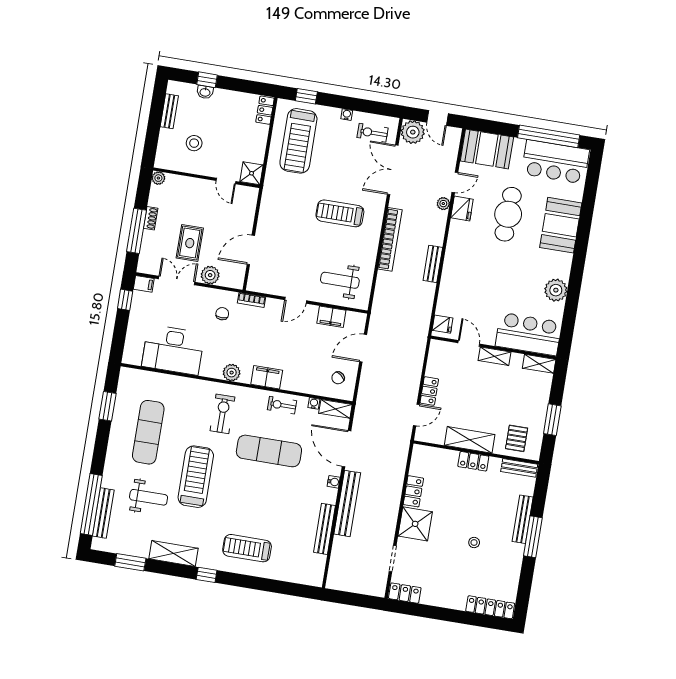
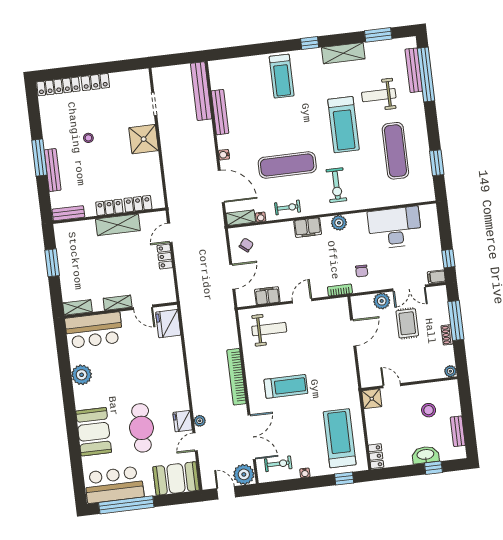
washbasin: (205, 92) -> (425, 455), width x1.91, depth x1.45
bench: (433, 264) -> (194, 366), removed
fridge: (442, 324) -> (168, 324), width x1.88, depth x1.34
pallet: (517, 438) -> (78, 238), removed
locker: (413, 491) -> (138, 204), moved, turned 90
bench: (347, 503) -> (201, 91), moved
treadmill: (247, 548) -> (282, 76), turned 90
locker: (405, 593) -> (95, 82), moved

